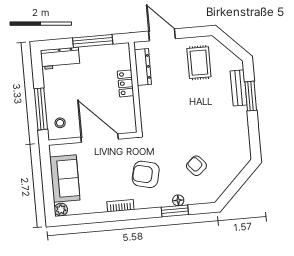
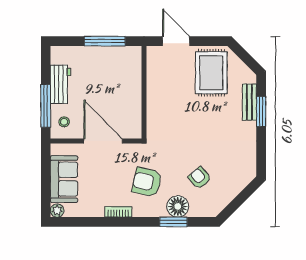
workbench: (60, 58) -> (60, 84), moved, turned -90
rug: (199, 63) -> (211, 73), width x1.36, depth x1.43
dresser: (143, 67) -> (154, 72), removed
locker: (126, 83) -> (134, 87), removed
floor lamp: (178, 200) -> (178, 206), width x1.89, depth x1.89

